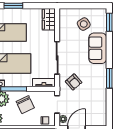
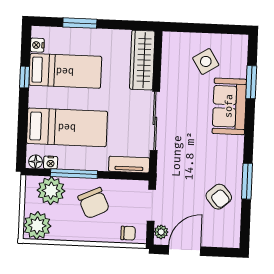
wardrobe: (49, 19) -> (142, 60), width x1.50
window: (109, 22) -> (251, 82), moved
window: (109, 78) -> (247, 181), moved
armchair: (74, 82) -> (219, 197), moved

